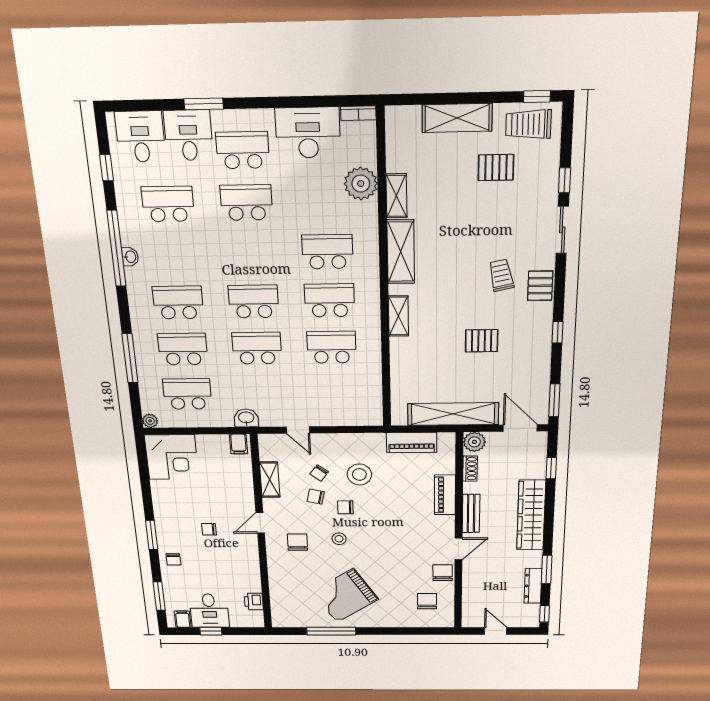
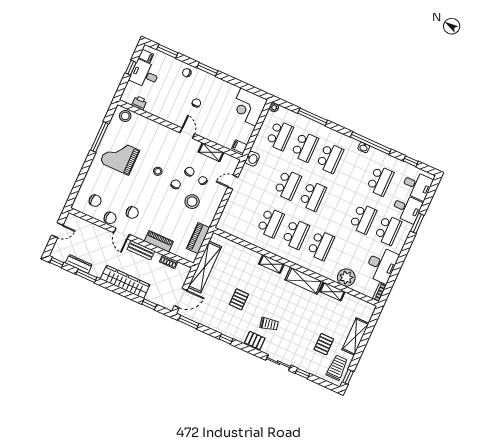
plant: (474, 442) -> (183, 271), removed
chair: (297, 542) -> (132, 212), moved
grand piano: (345, 596) -> (120, 156), turned -57
stool: (283, 611) -> (125, 116), added

